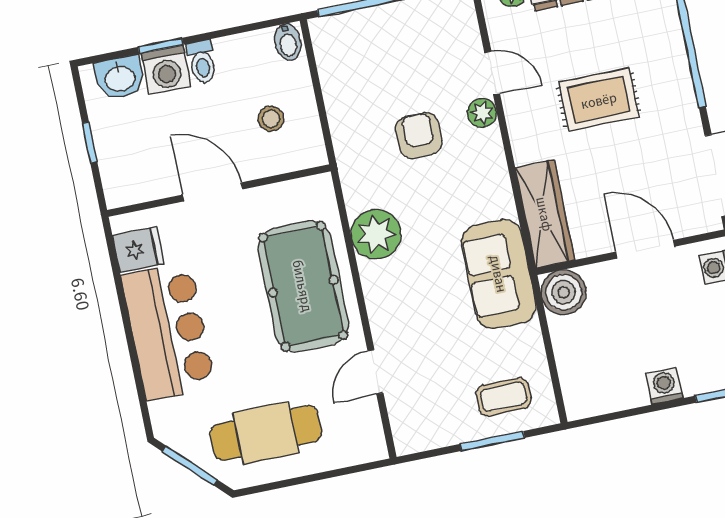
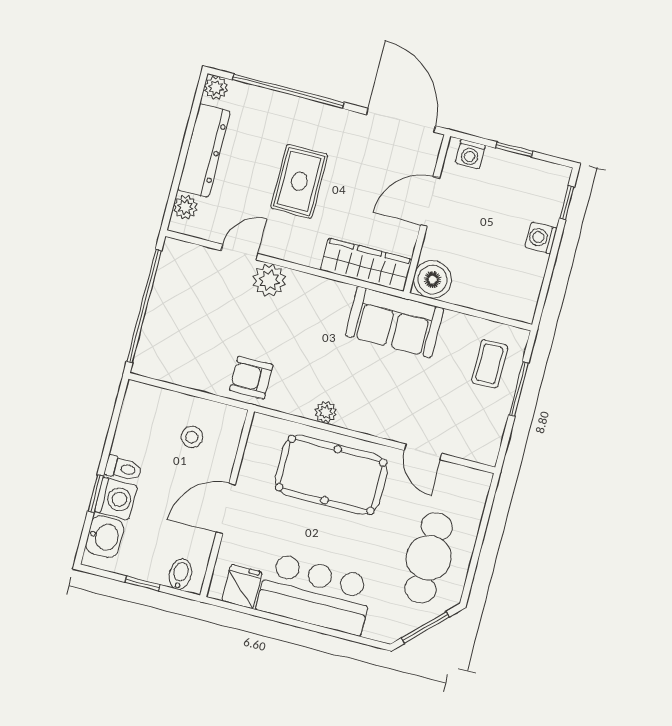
bidet: (288, 42) -> (180, 574), moved, turned -90
plant: (482, 113) -> (269, 280), width x1.38, depth x1.38
armchair: (419, 135) -> (251, 378), moved
plant: (376, 234) -> (326, 412), width x0.53, depth x0.53

